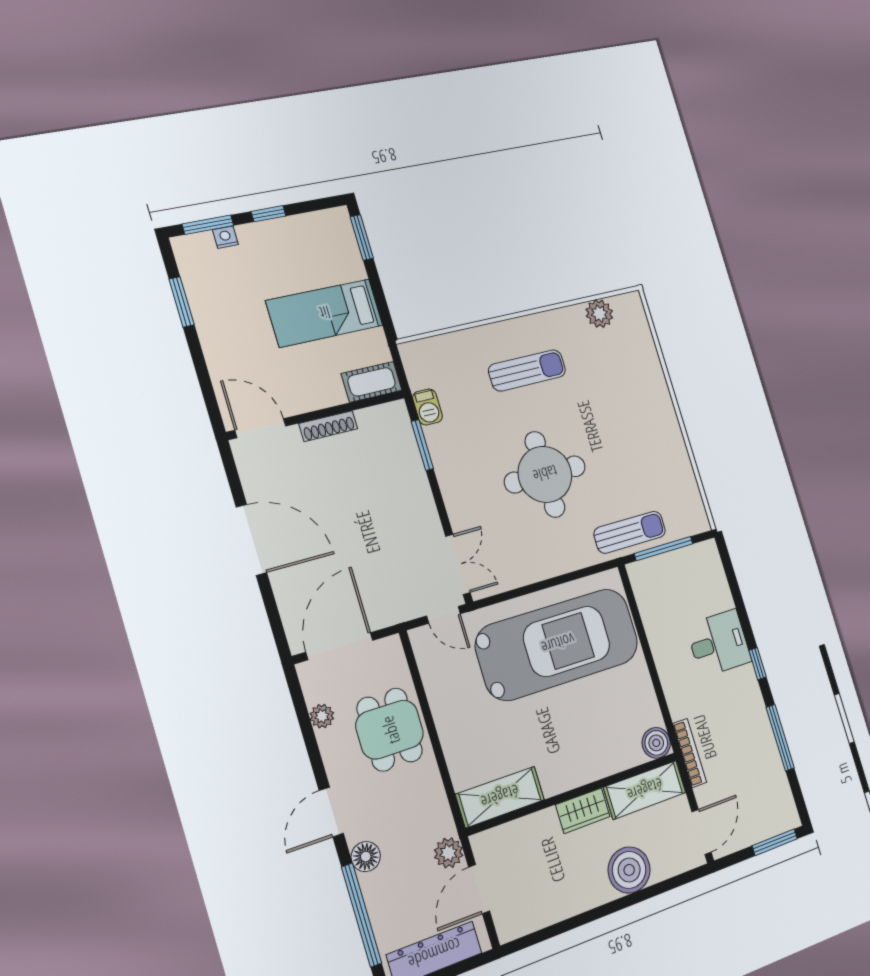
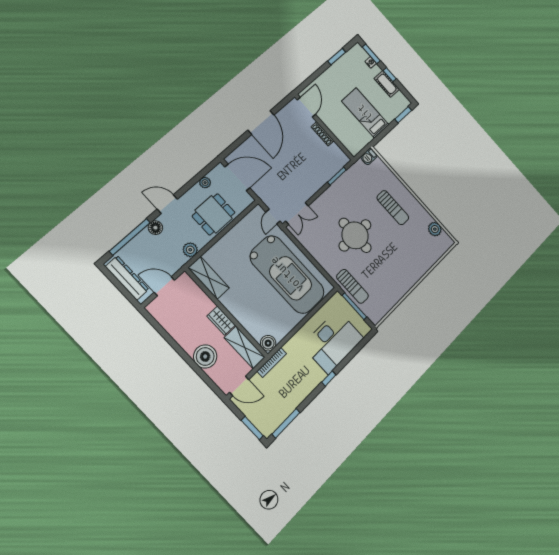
cot: (372, 382) -> (387, 84), moved
barbecue: (427, 407) -> (369, 156), moved
desk: (719, 643) -> (333, 342), width x1.87, depth x1.30
window: (780, 738) -> (286, 423), moved
plant: (449, 853) -> (190, 250), moved

